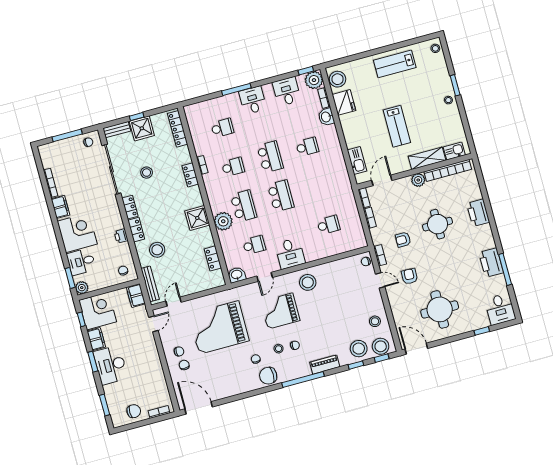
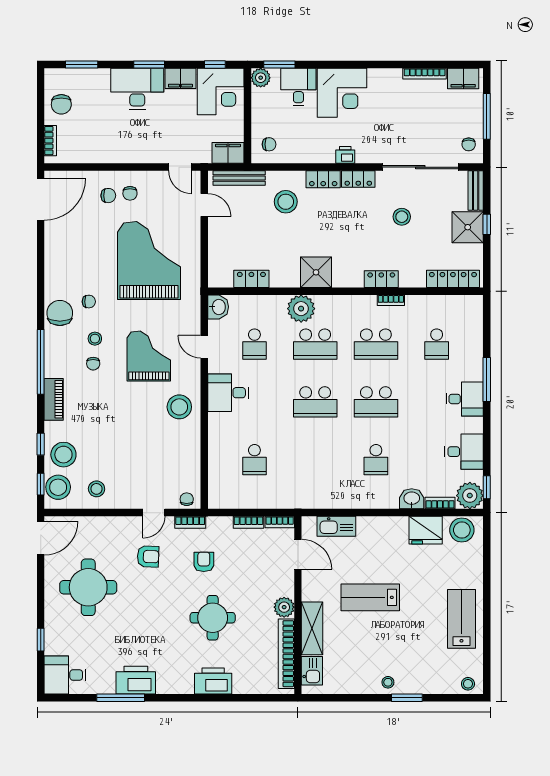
school desk: (233, 167) -> (376, 344), width x1.85
filing cabinet: (60, 207) -> (463, 78), moved
printer: (121, 236) -> (345, 155), moved

